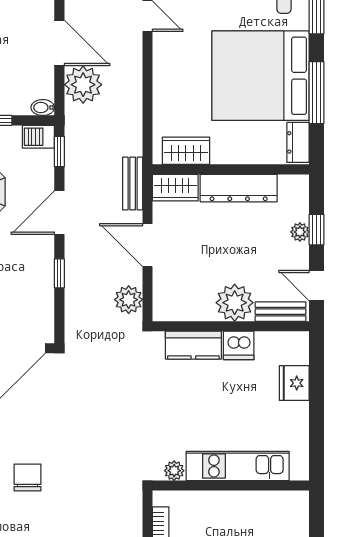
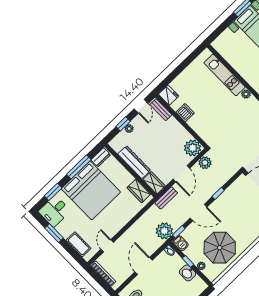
plant: (83, 85) -> (164, 231), moved
plant: (235, 303) -> (193, 148), moved
kitchen counter: (193, 345) -> (199, 127), removed
fridge: (294, 383) -> (169, 95), moved, turned -90

